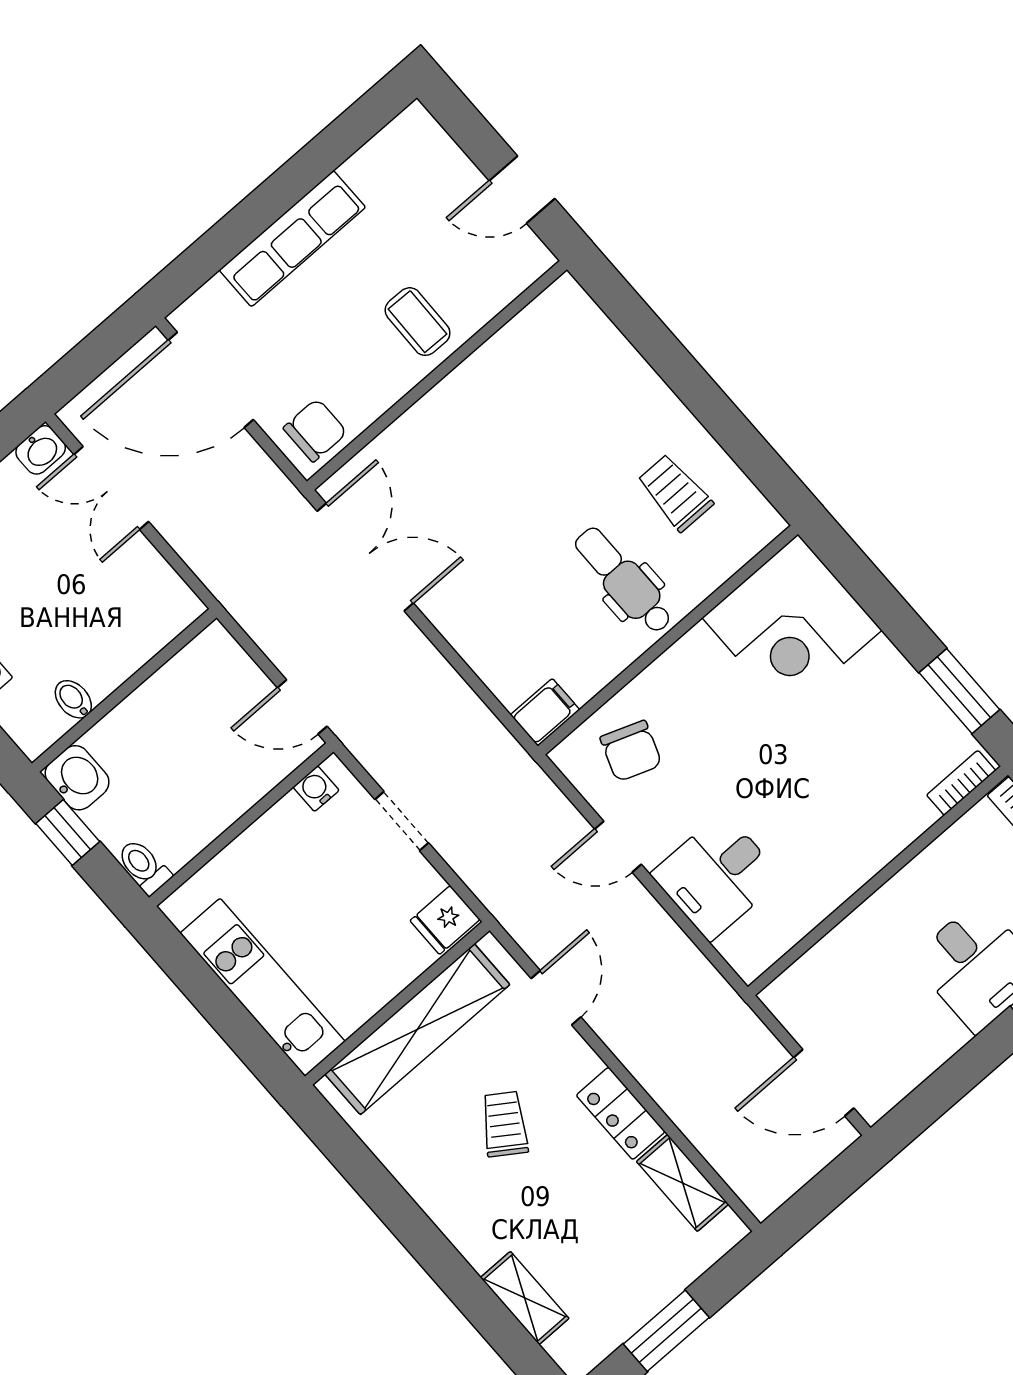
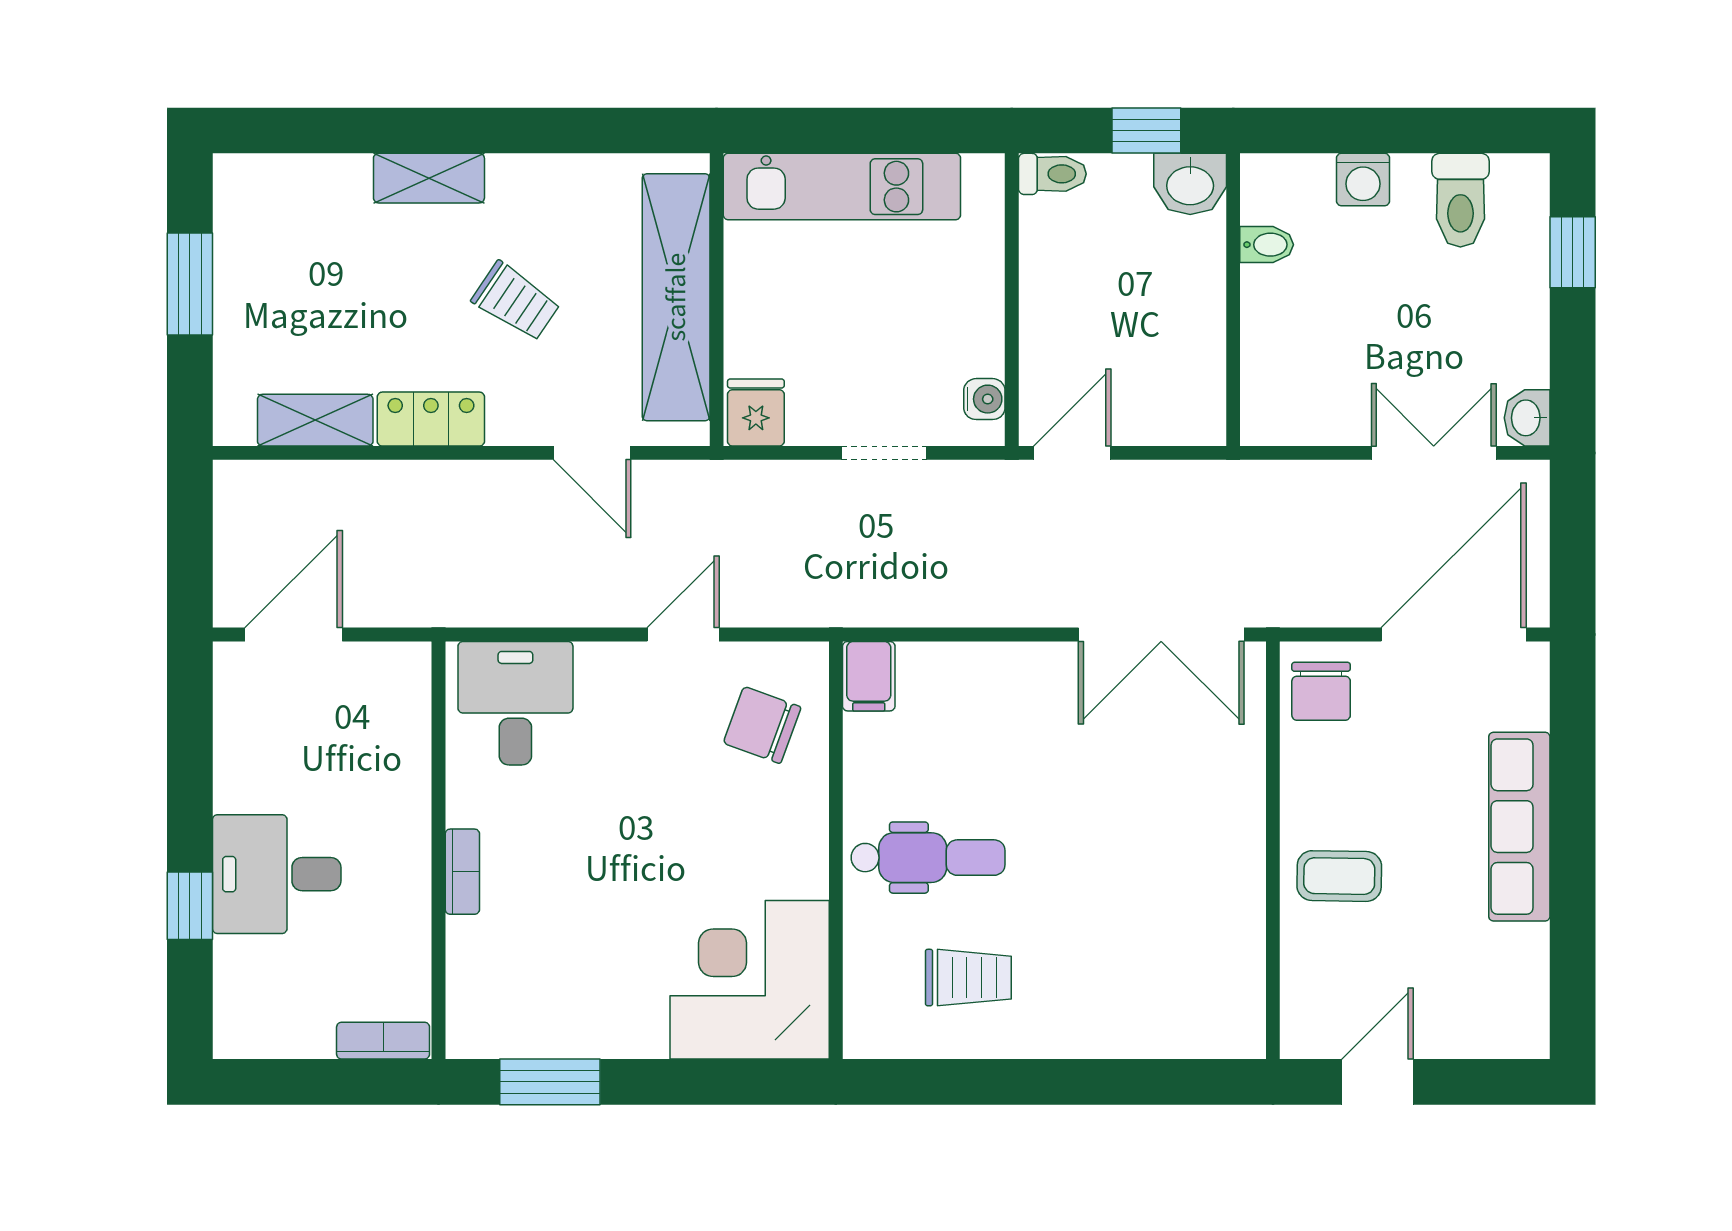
bookcase: (961, 783) -> (462, 872), moved
desk: (717, 876) -> (515, 703), moved
shelving: (525, 1298) -> (429, 178), moved

